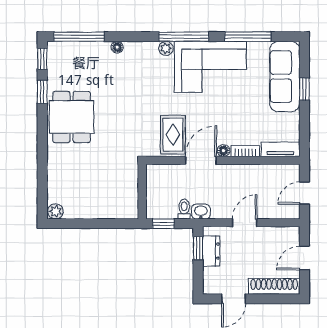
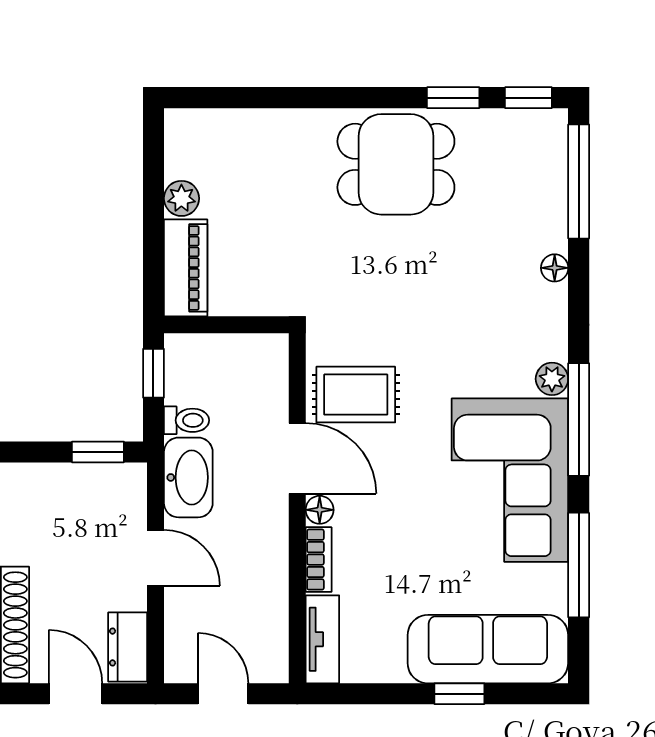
piano: (117, 210) -> (186, 268), added
plant: (55, 211) -> (181, 198), moved
washbasin: (201, 212) -> (188, 477), width x1.91, depth x1.45
dresser: (211, 251) -> (128, 647), moved, turned 90

